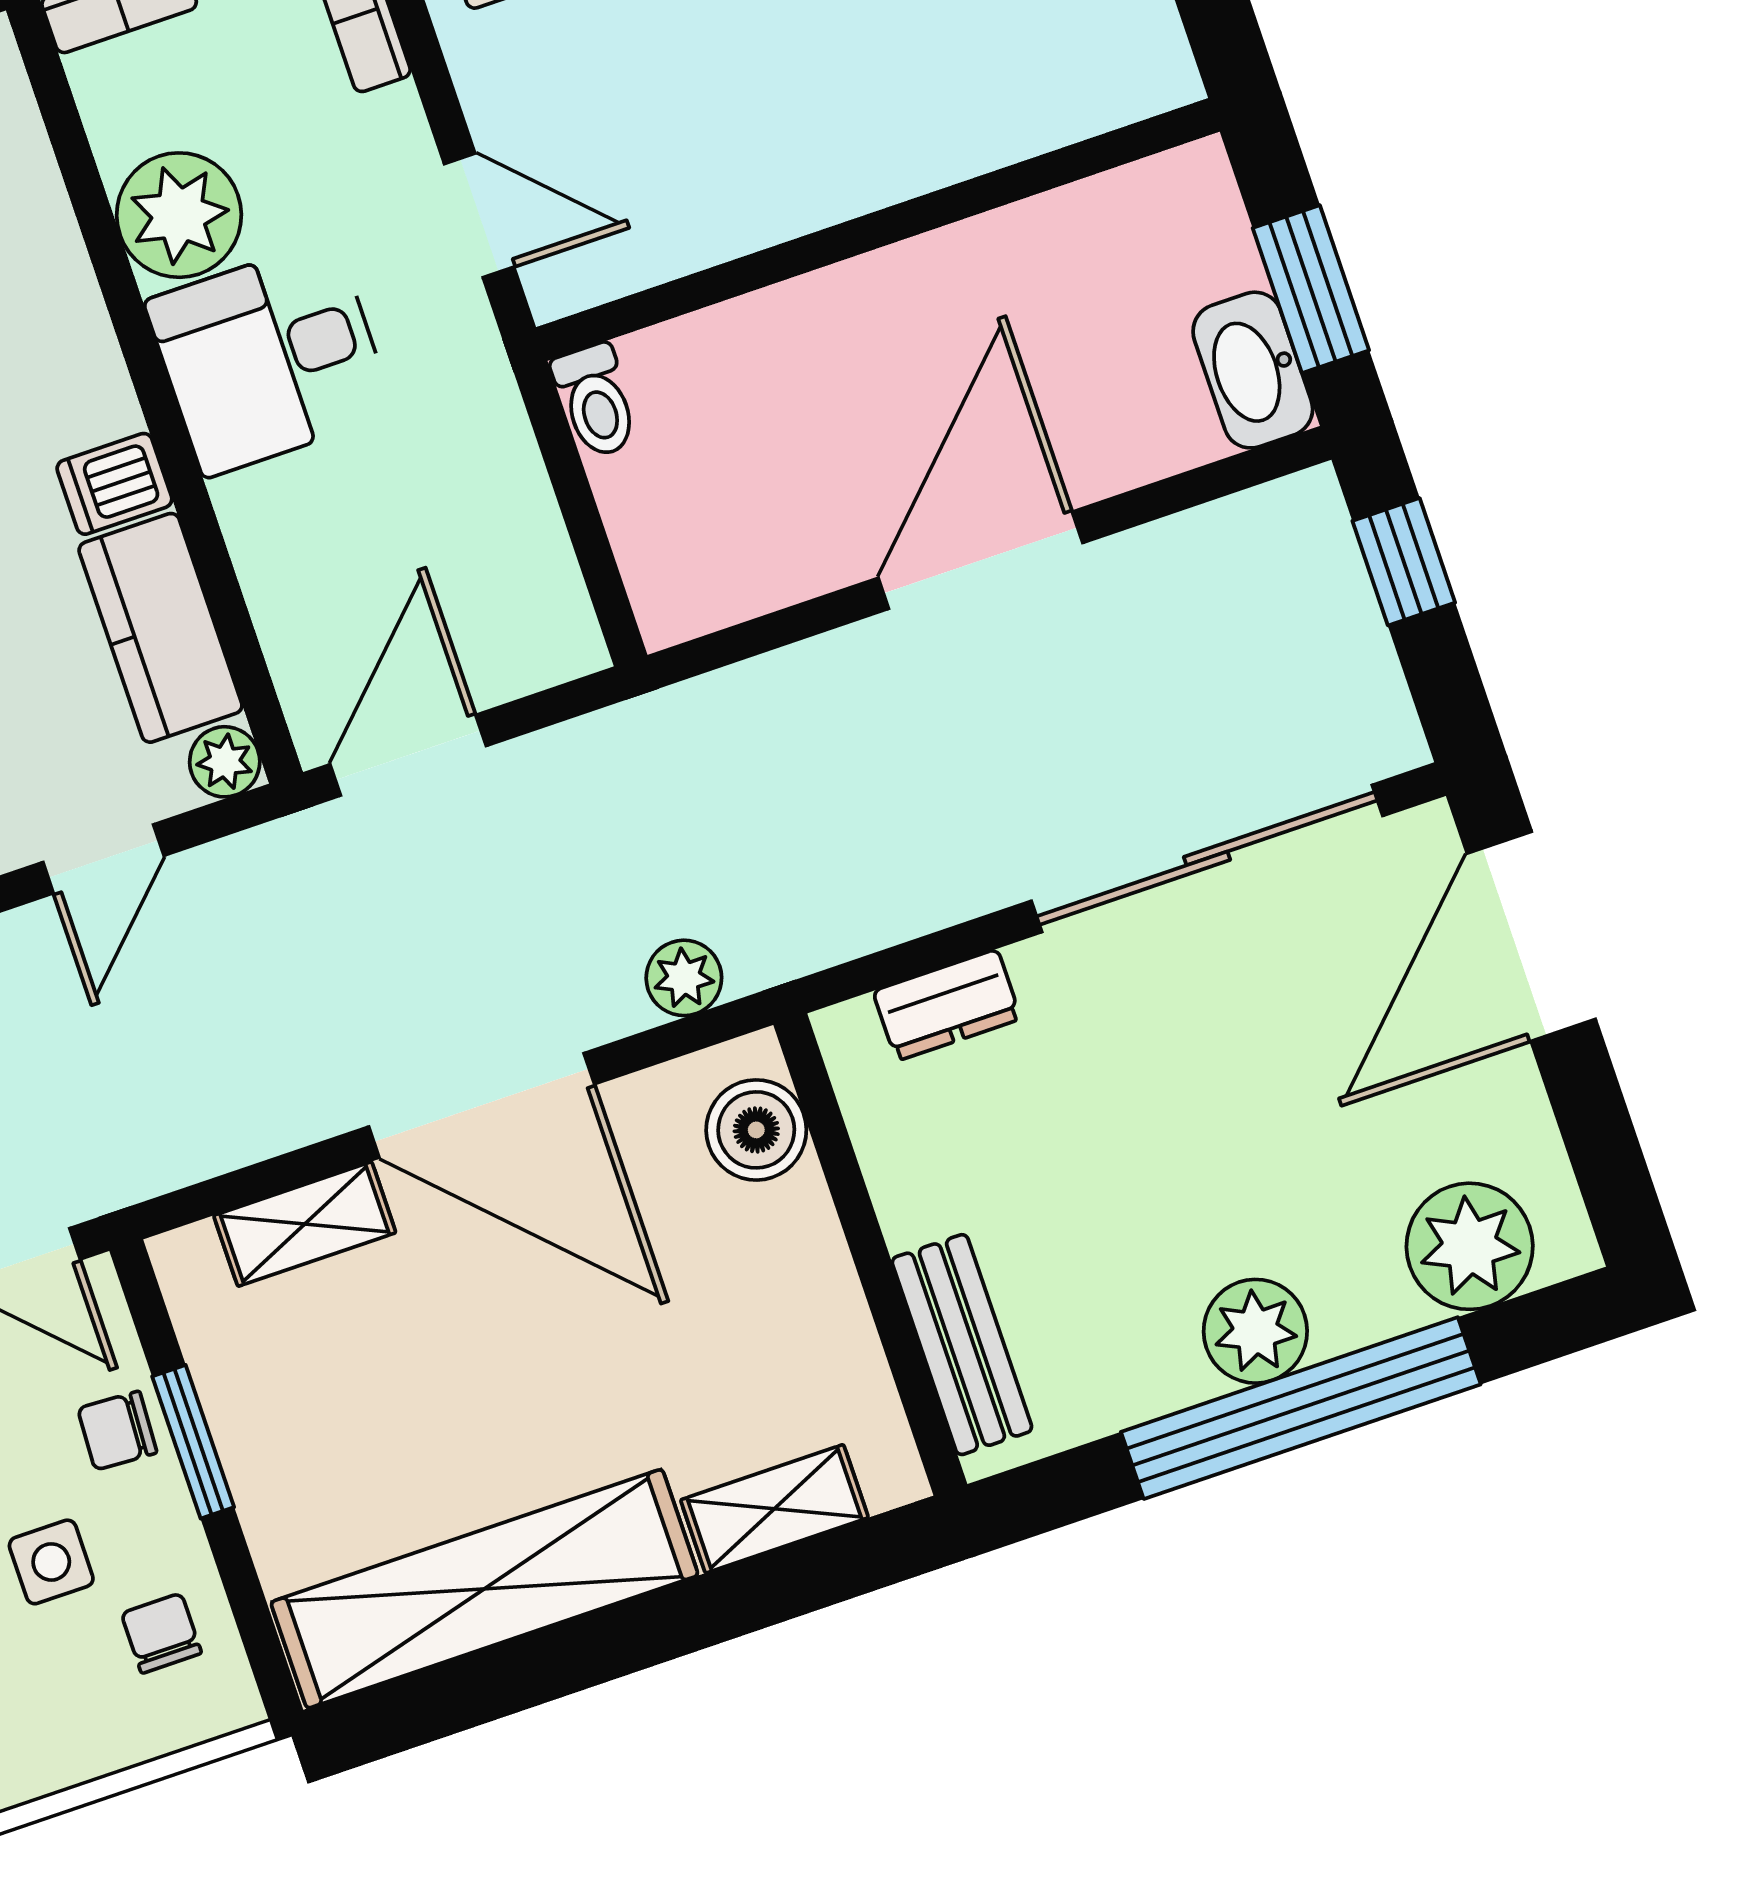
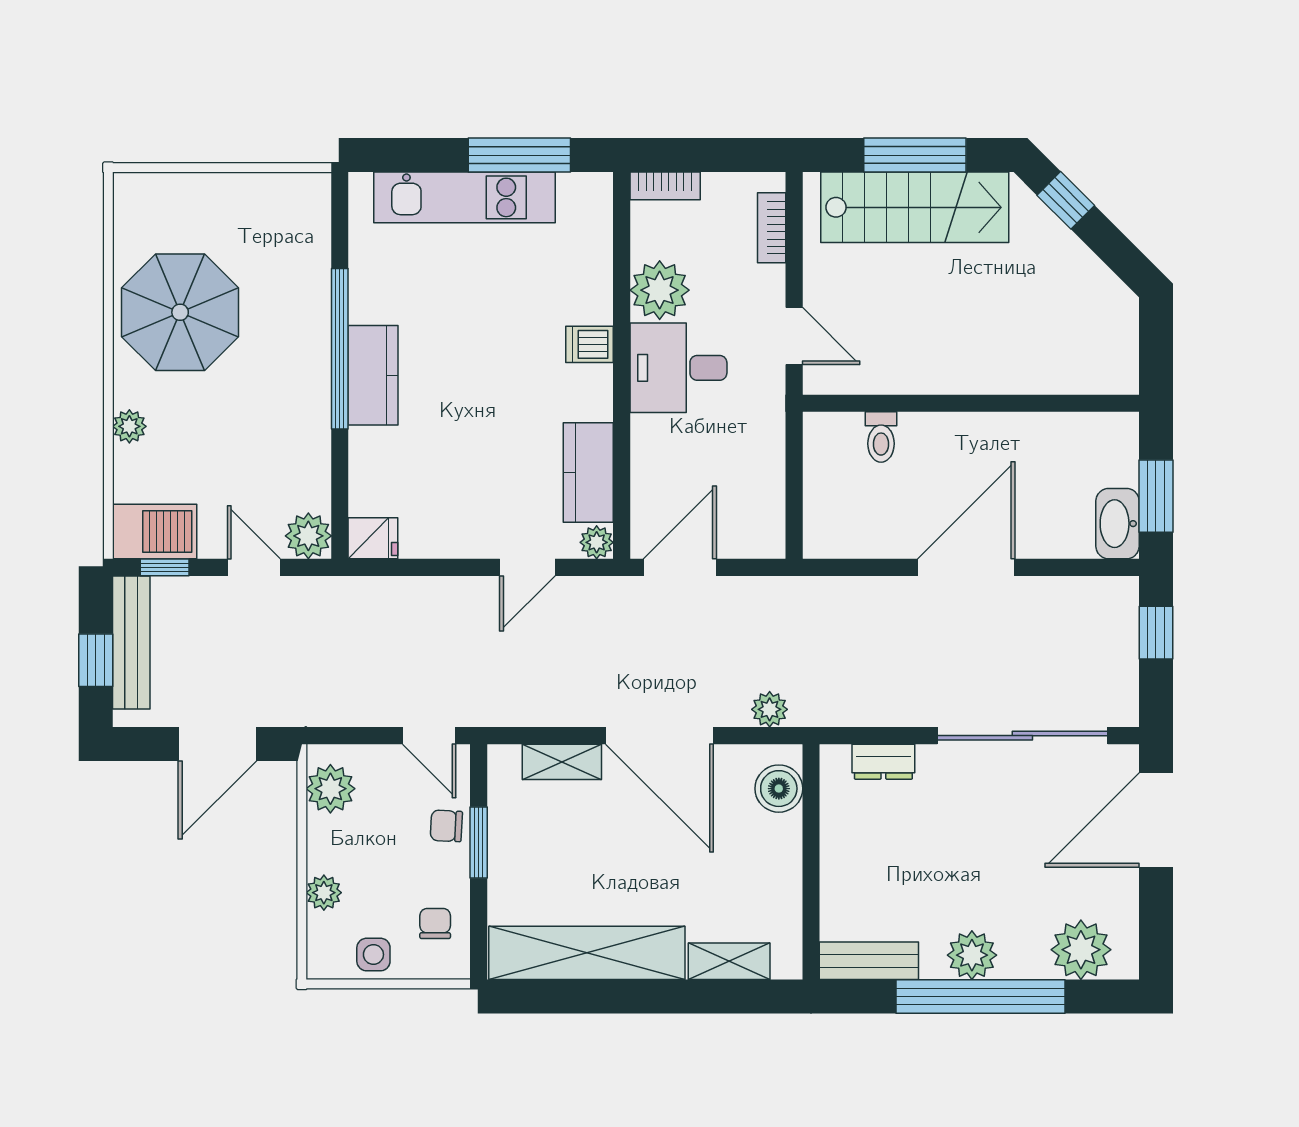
toilet: (596, 401) -> (881, 437), moved
dishwasher: (114, 484) -> (590, 344), moved
bench: (962, 1345) -> (869, 961), moved, turned 90
side table: (51, 1562) -> (373, 955), moved

